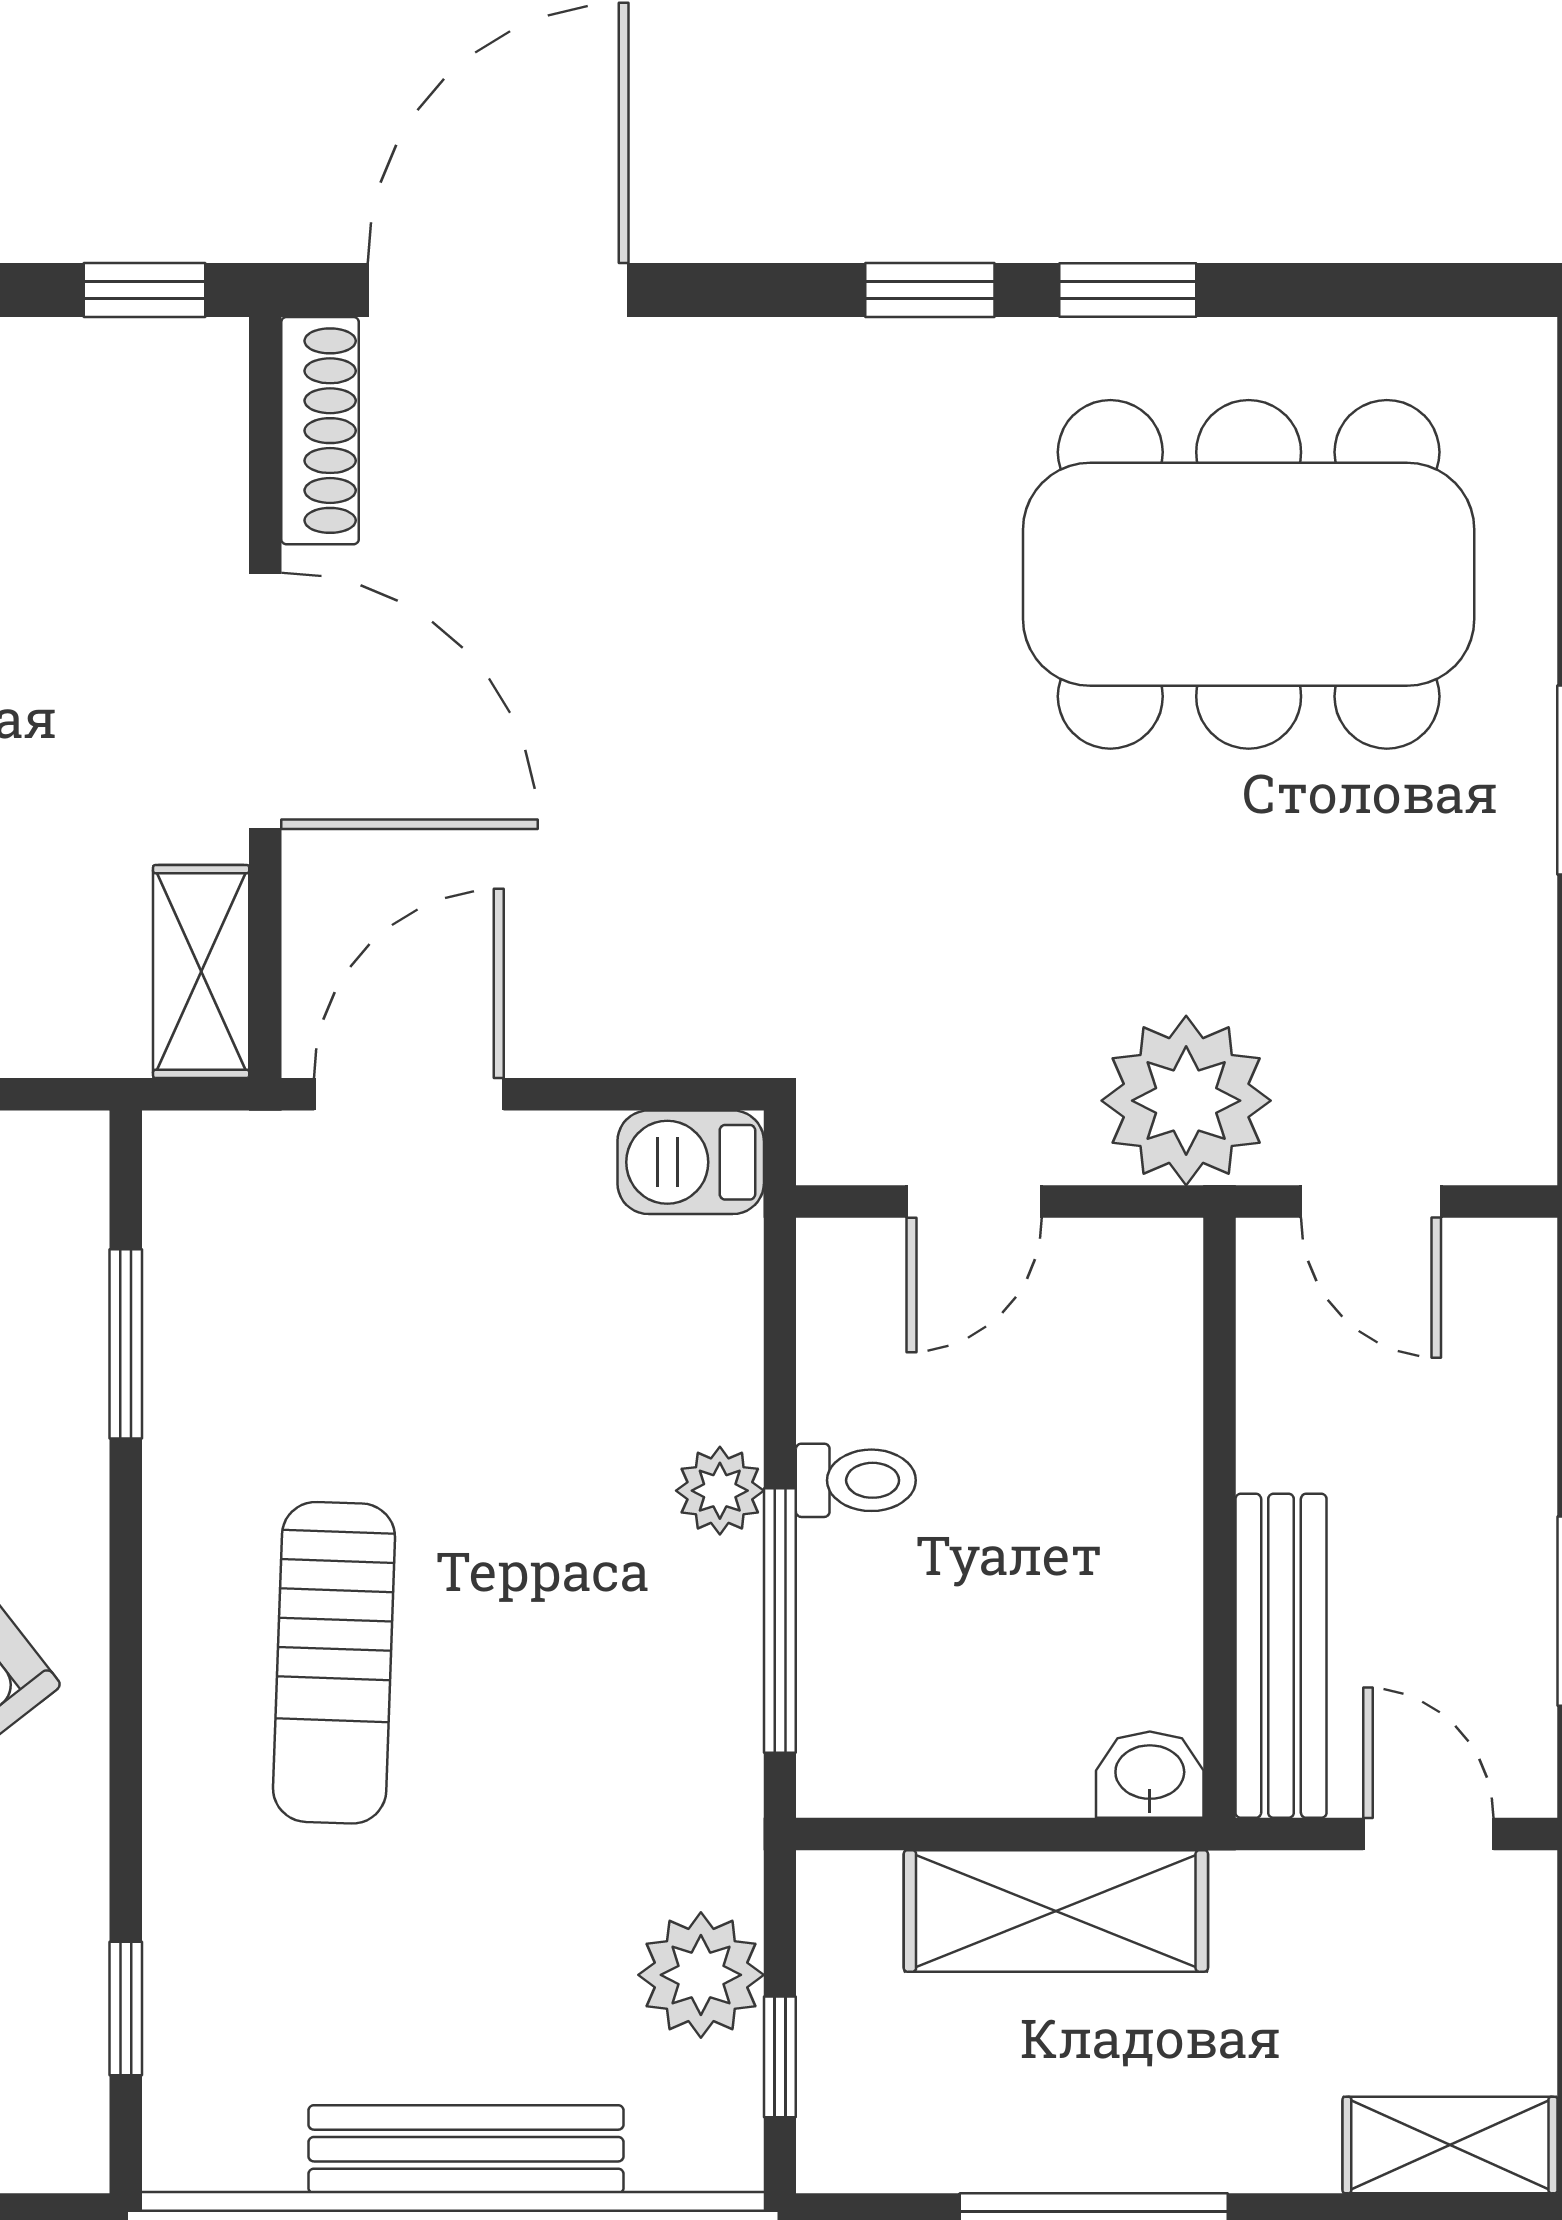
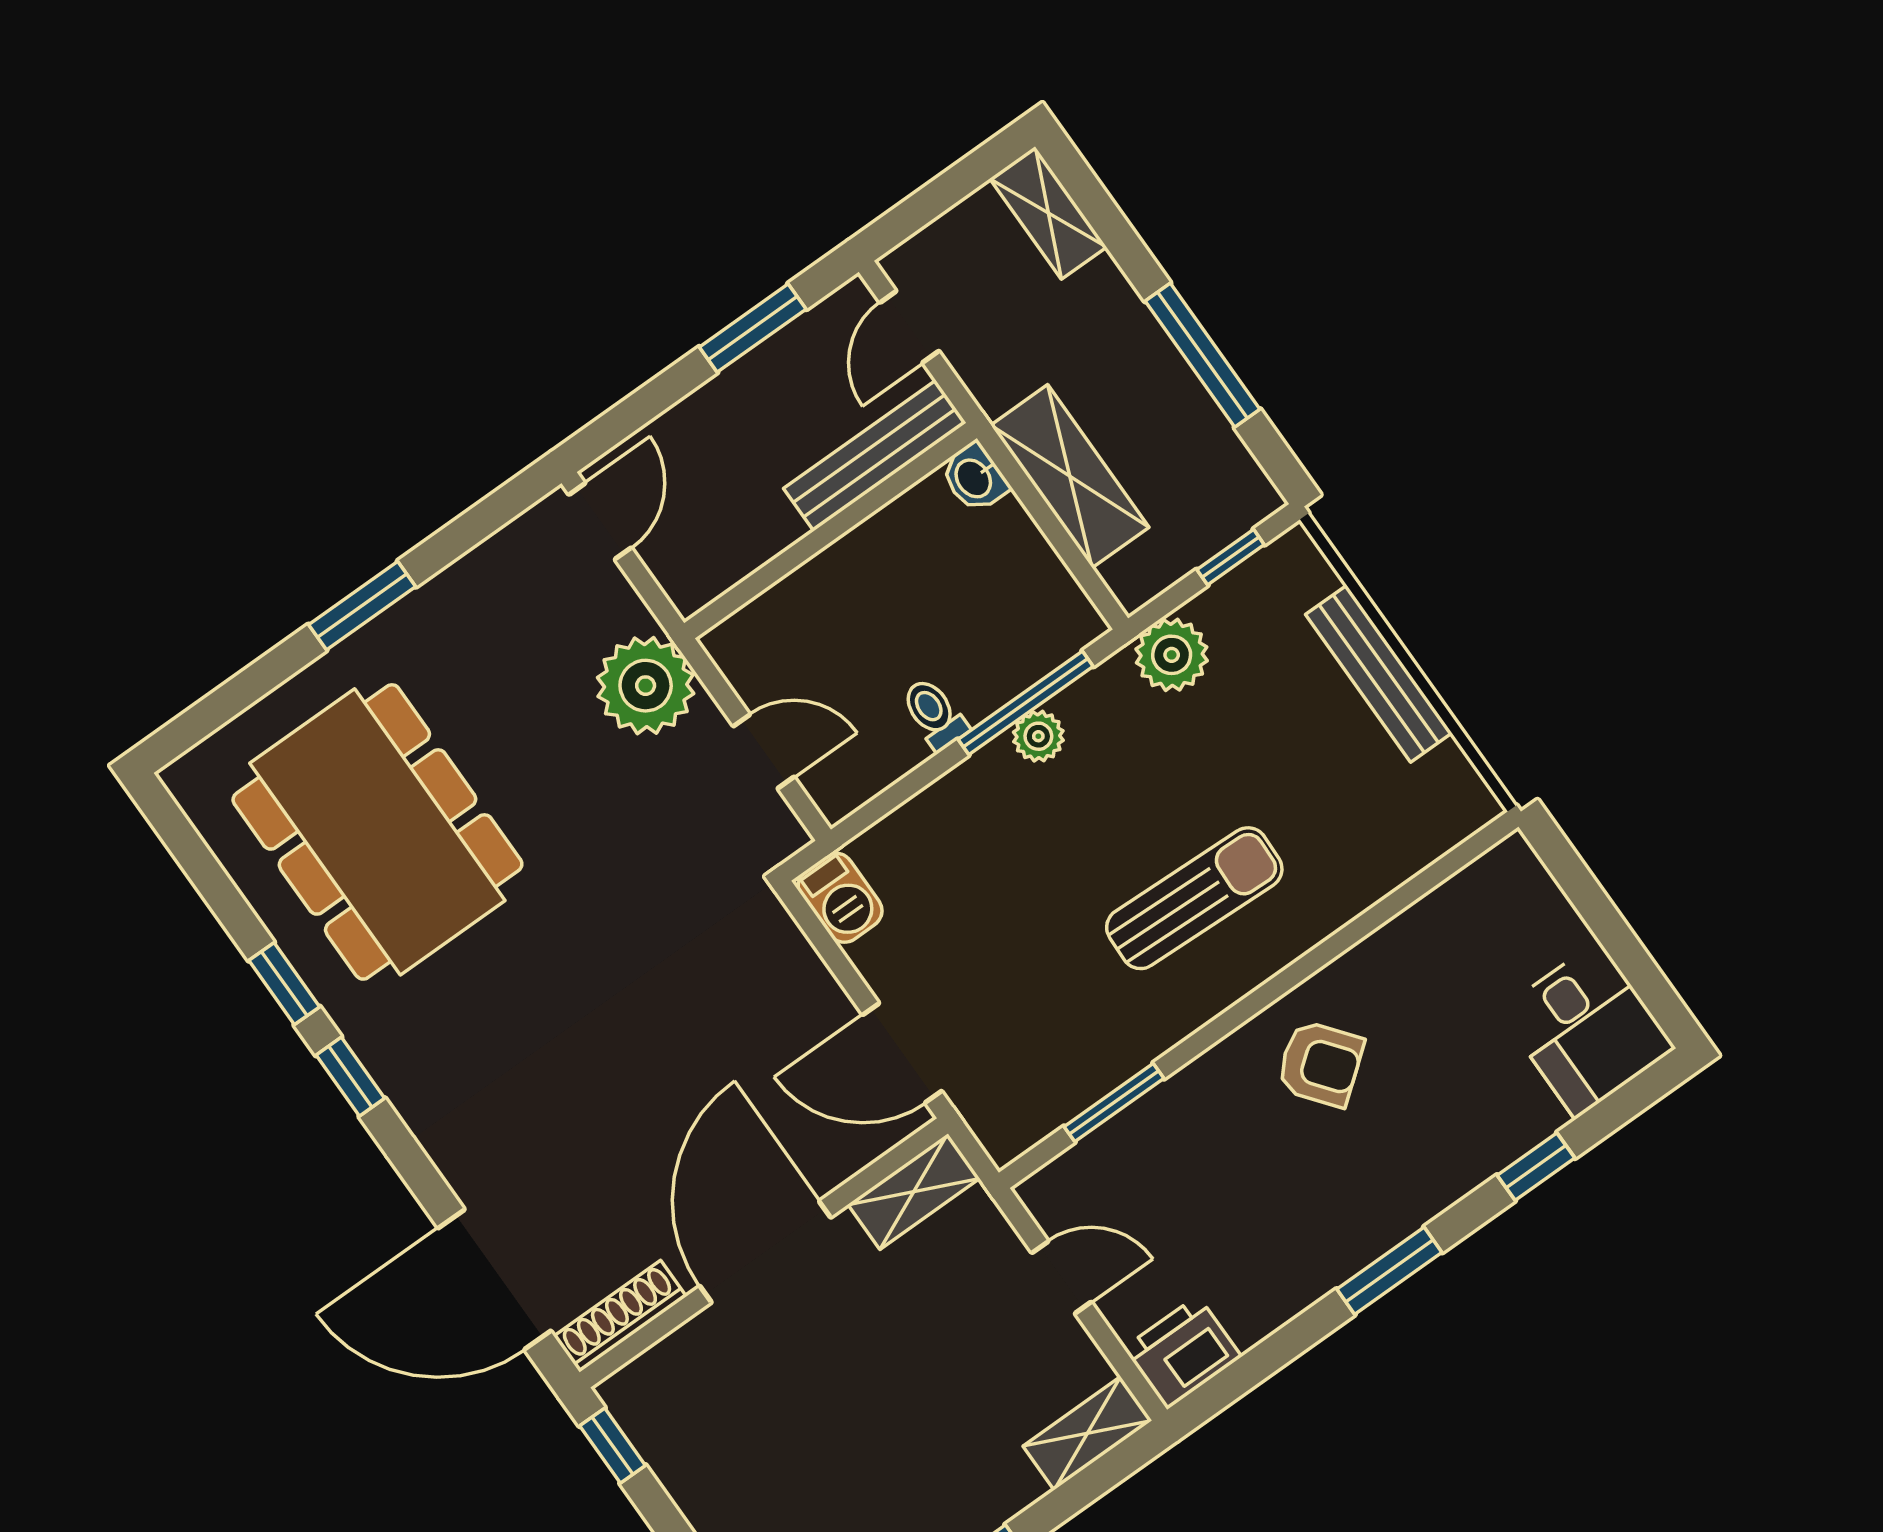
door: (1371, 1201) -> (600, 521), moved
plant: (720, 1491) -> (1038, 736), moved
plant: (701, 1975) -> (1172, 655), moved
window: (126, 2009) -> (1426, 881), removed

